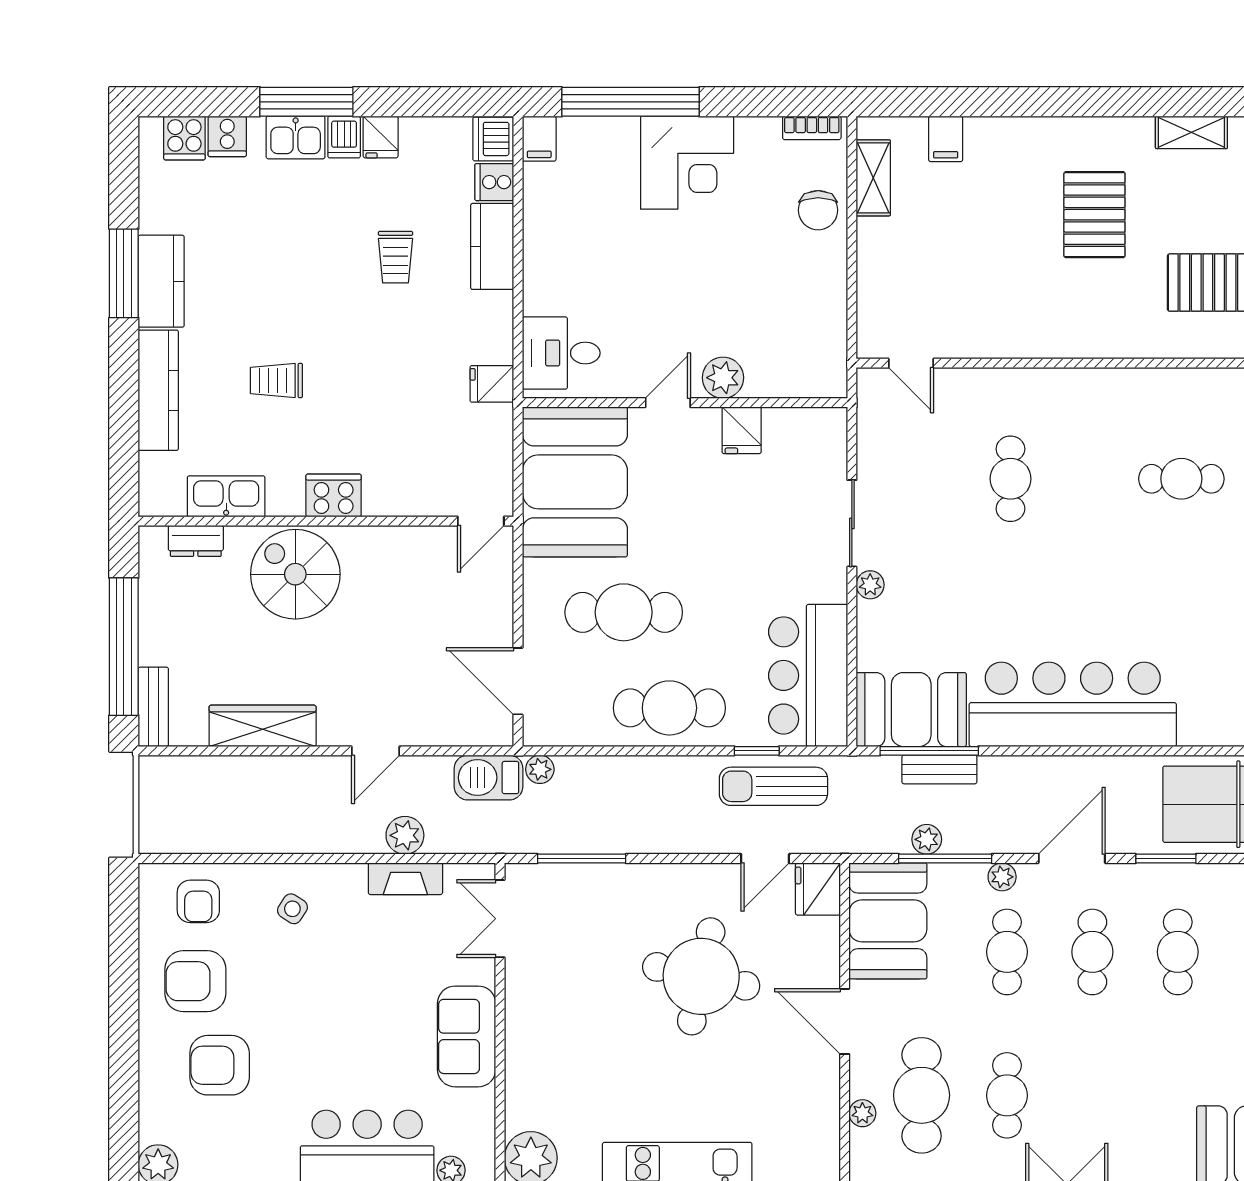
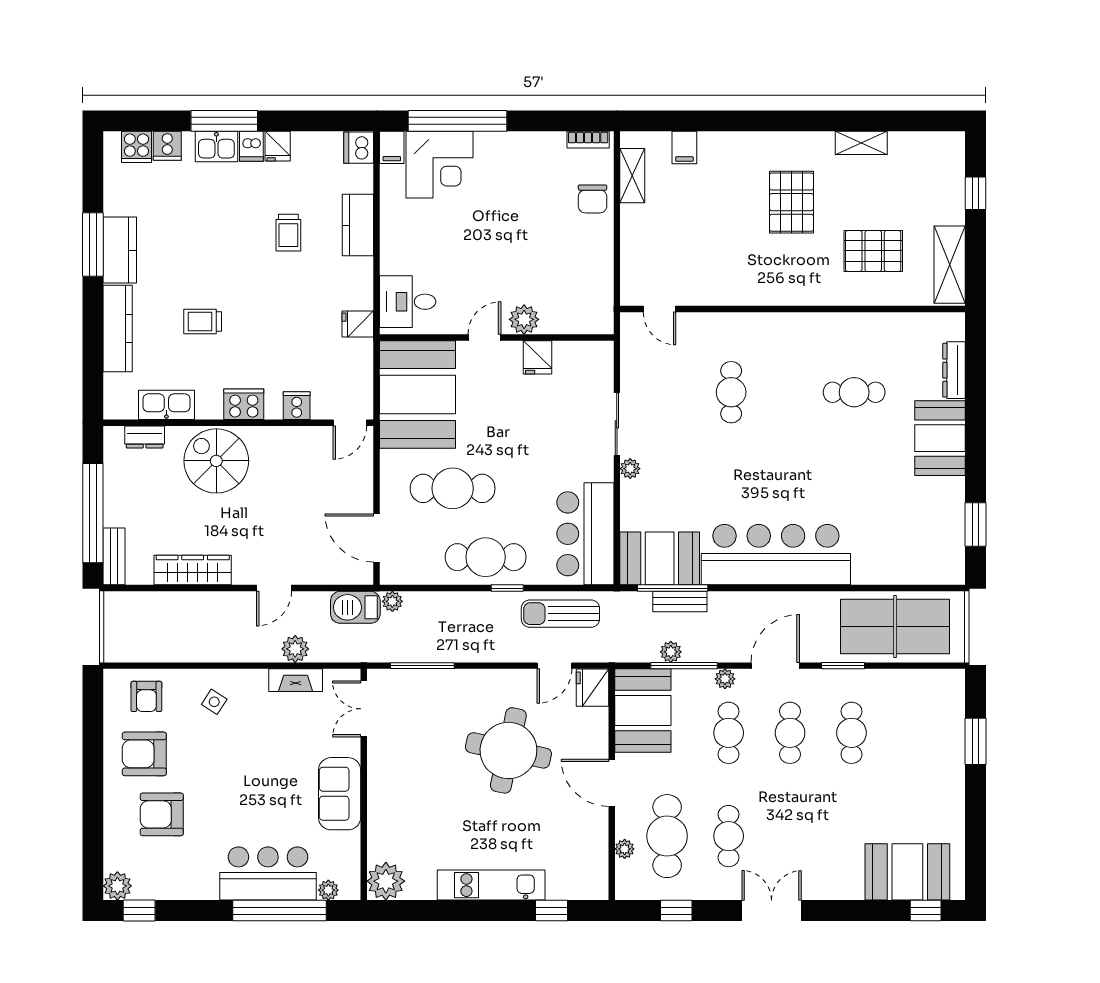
corner desk: (687, 163) -> (439, 165), moved
cooker: (494, 182) -> (297, 406), moved, turned 90
window: (757, 751) -> (507, 588), moved

